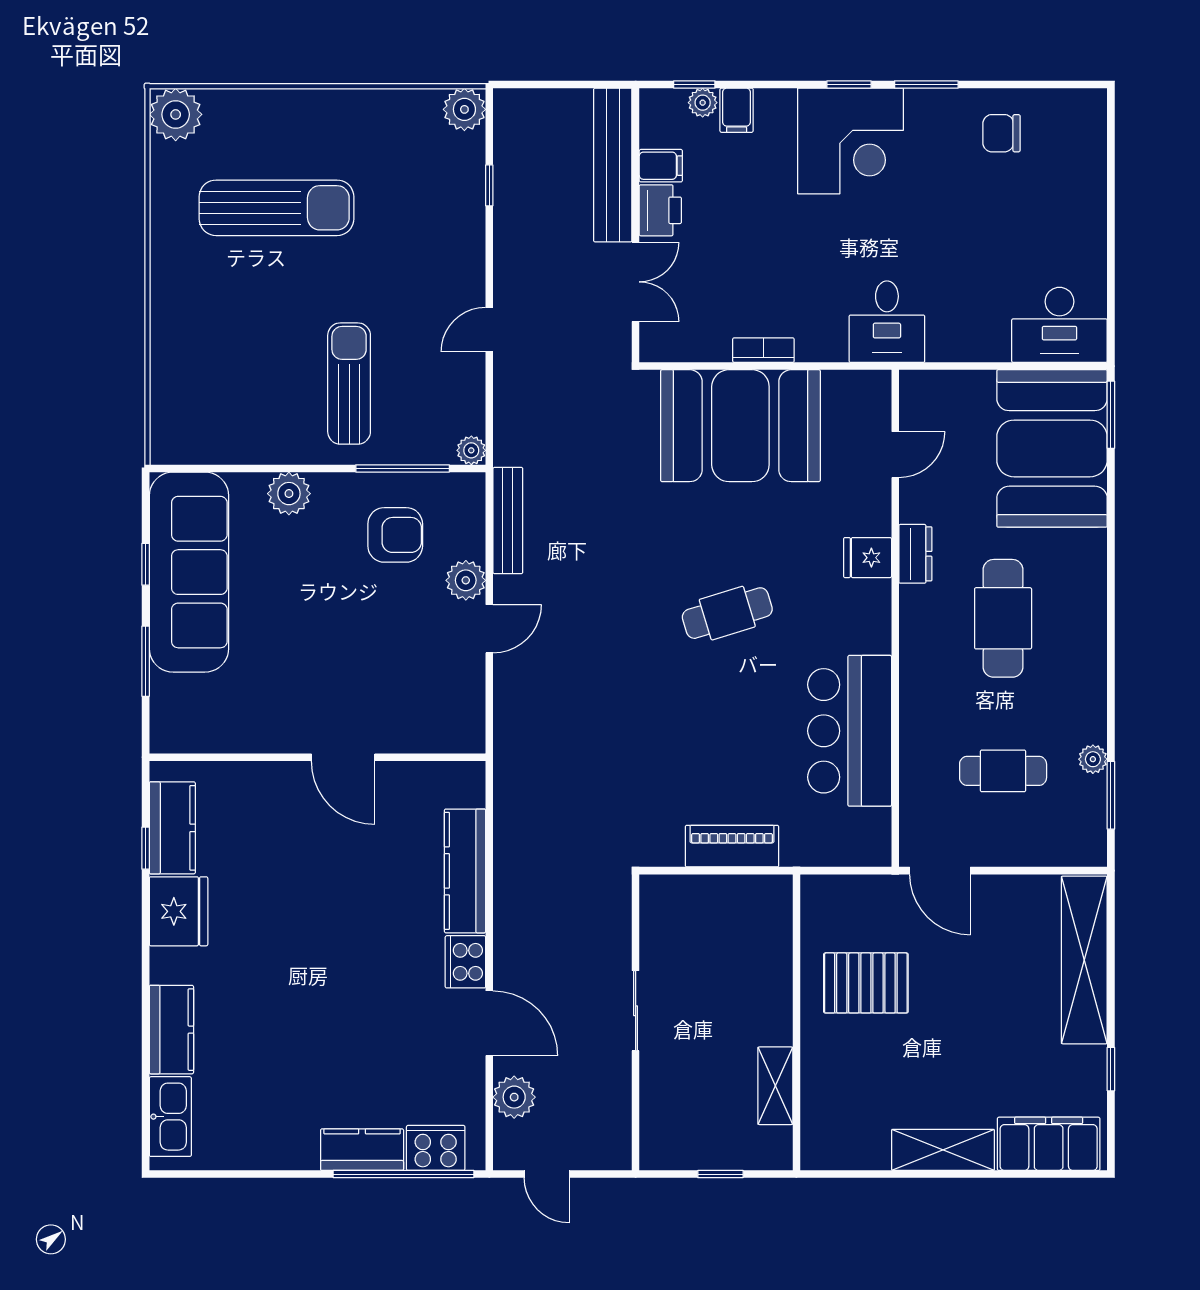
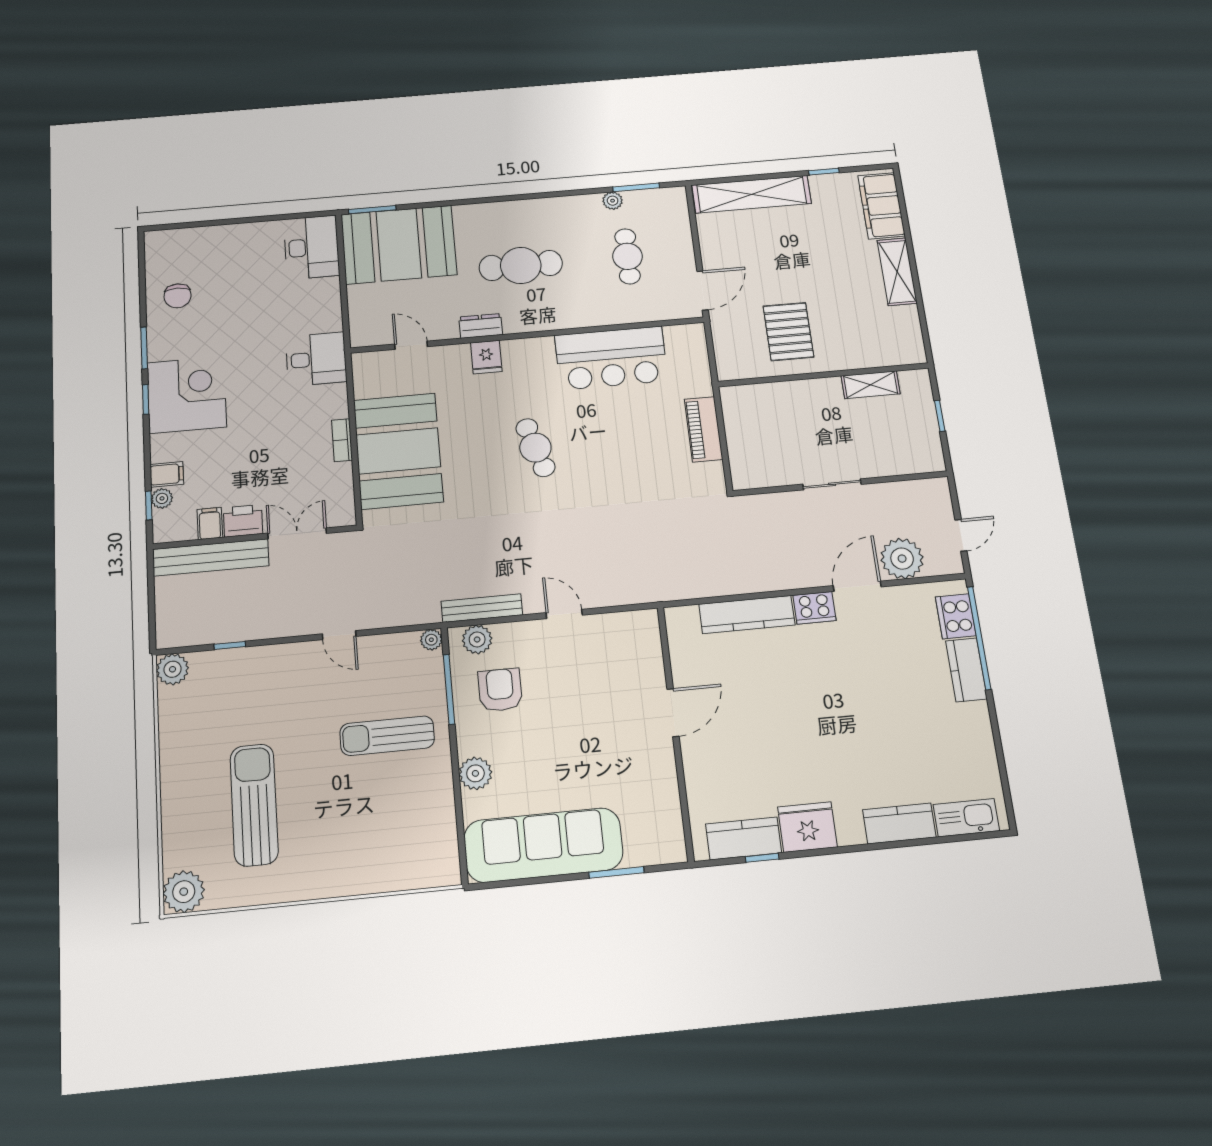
window: (146, 564) -> (541, 880), removed
plant: (466, 580) -> (477, 639), moved
plant: (514, 1097) -> (902, 559), width x1.36, depth x1.36

